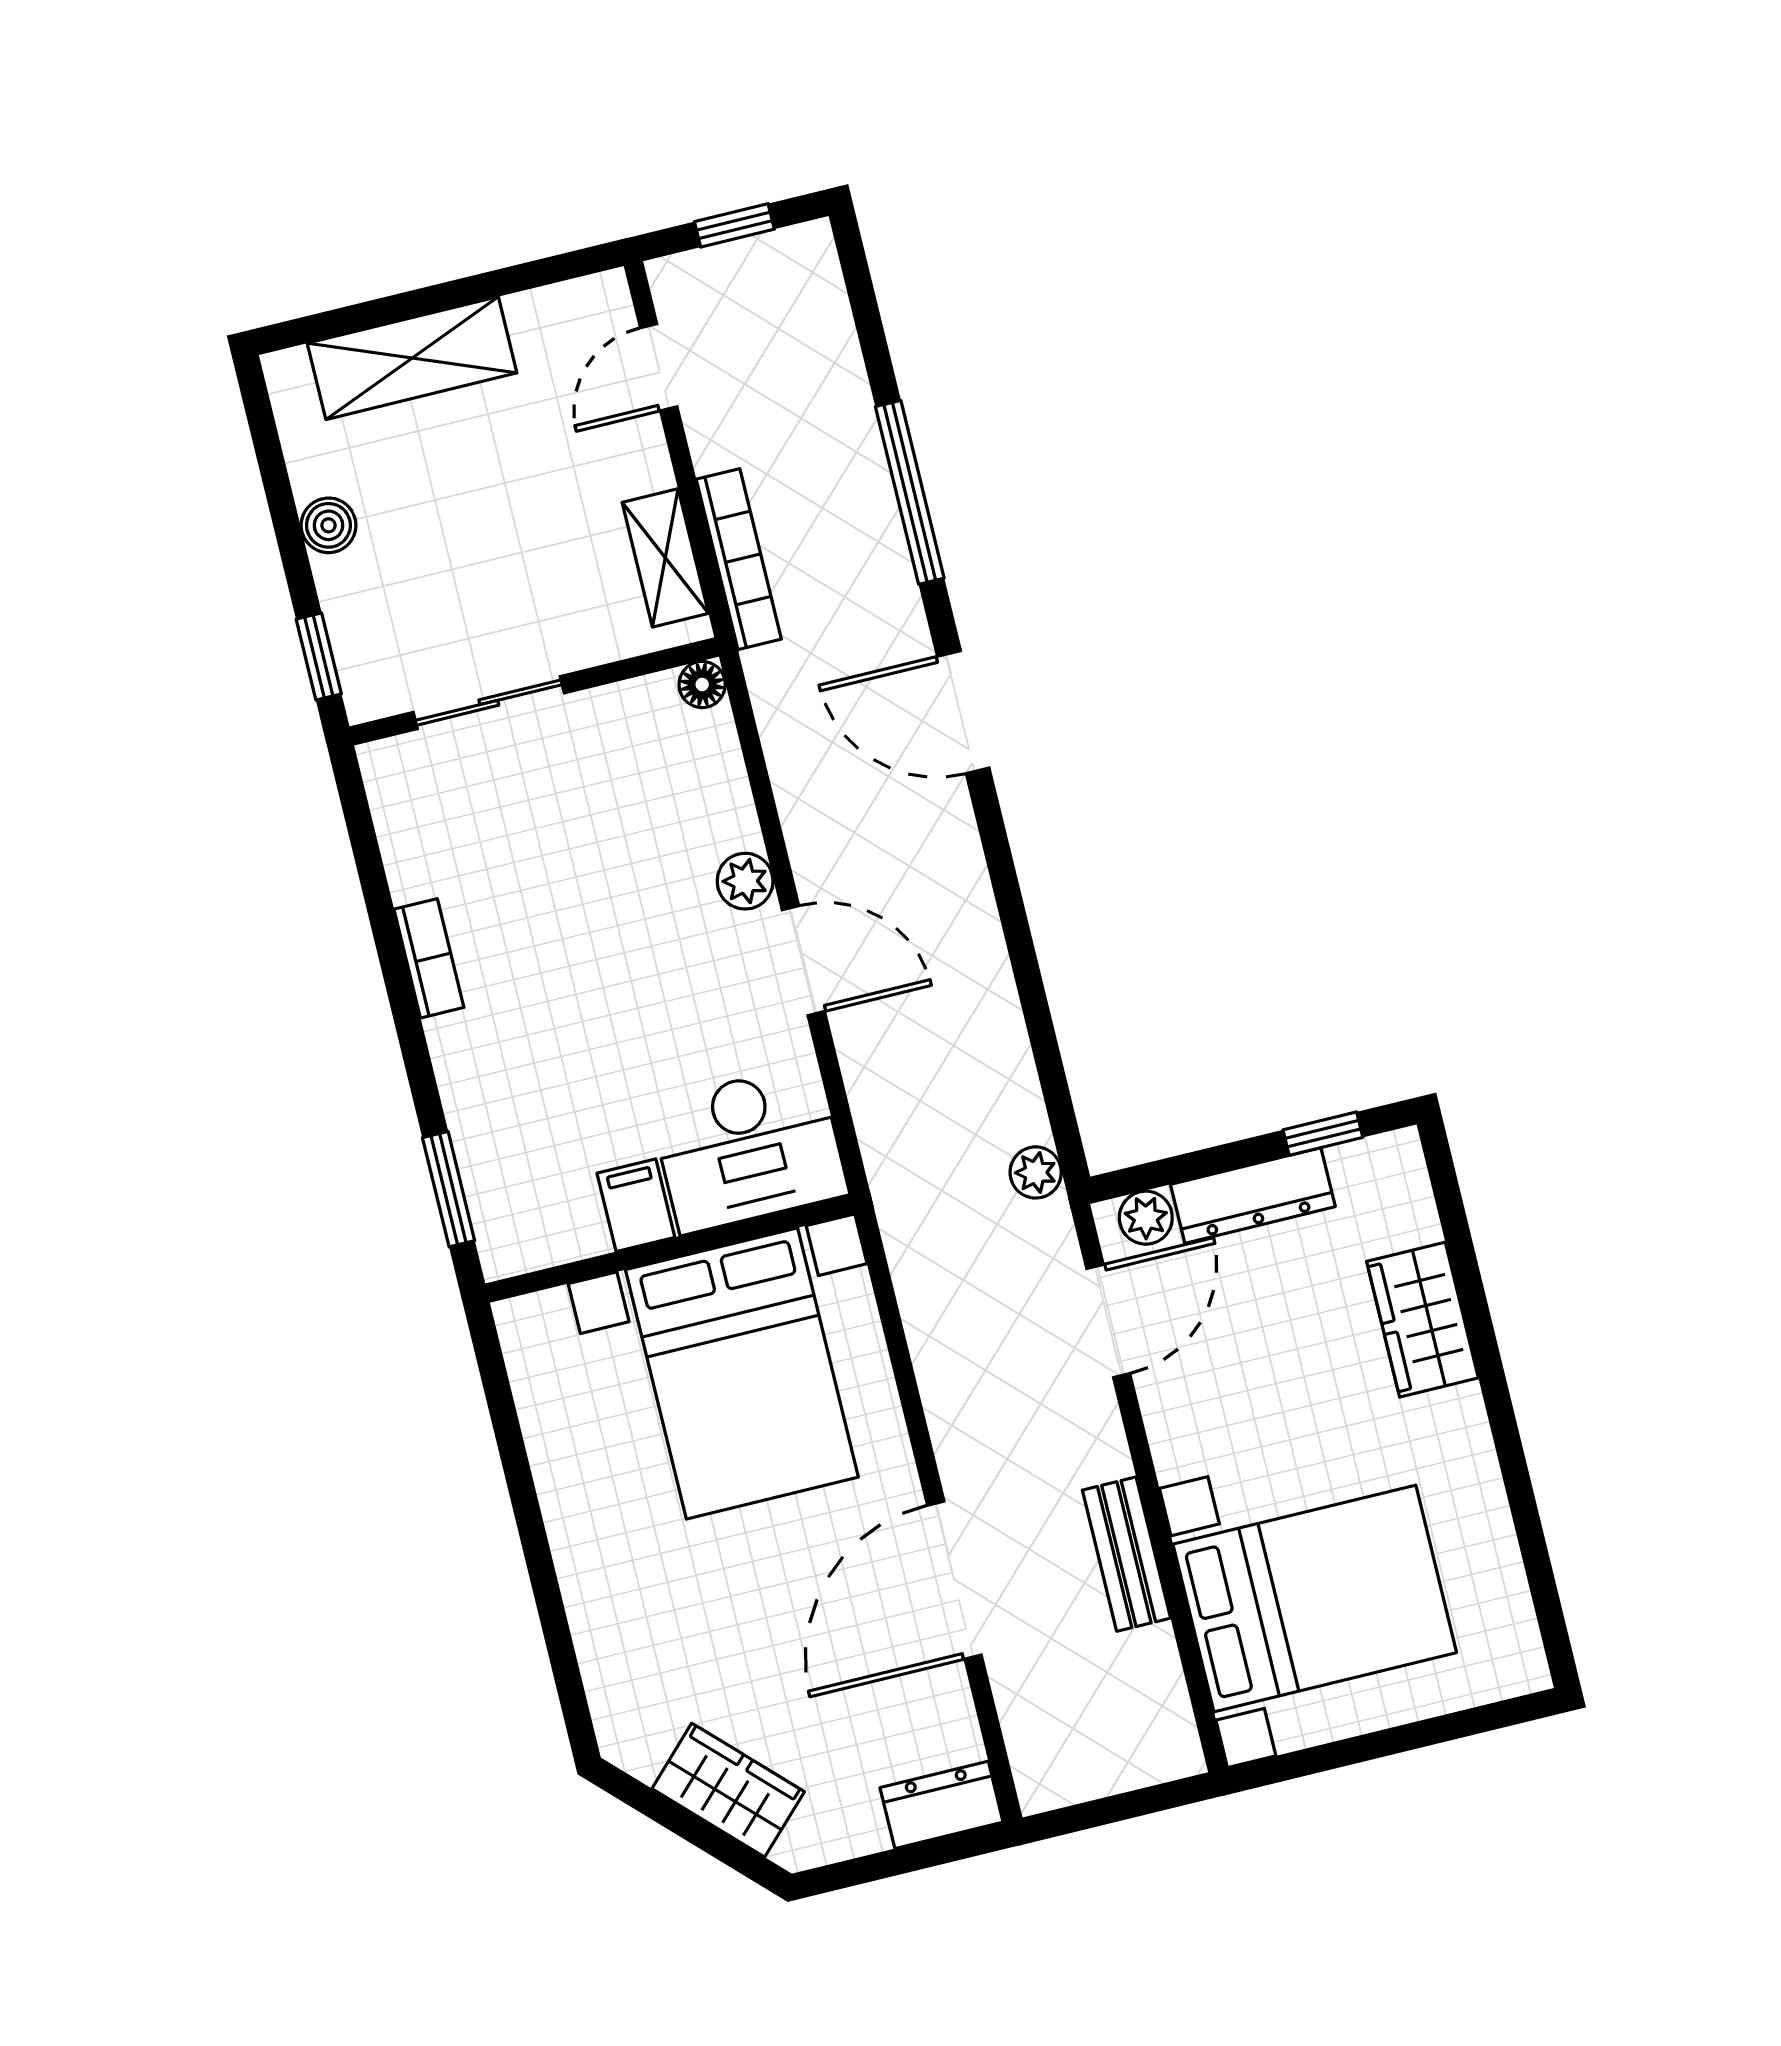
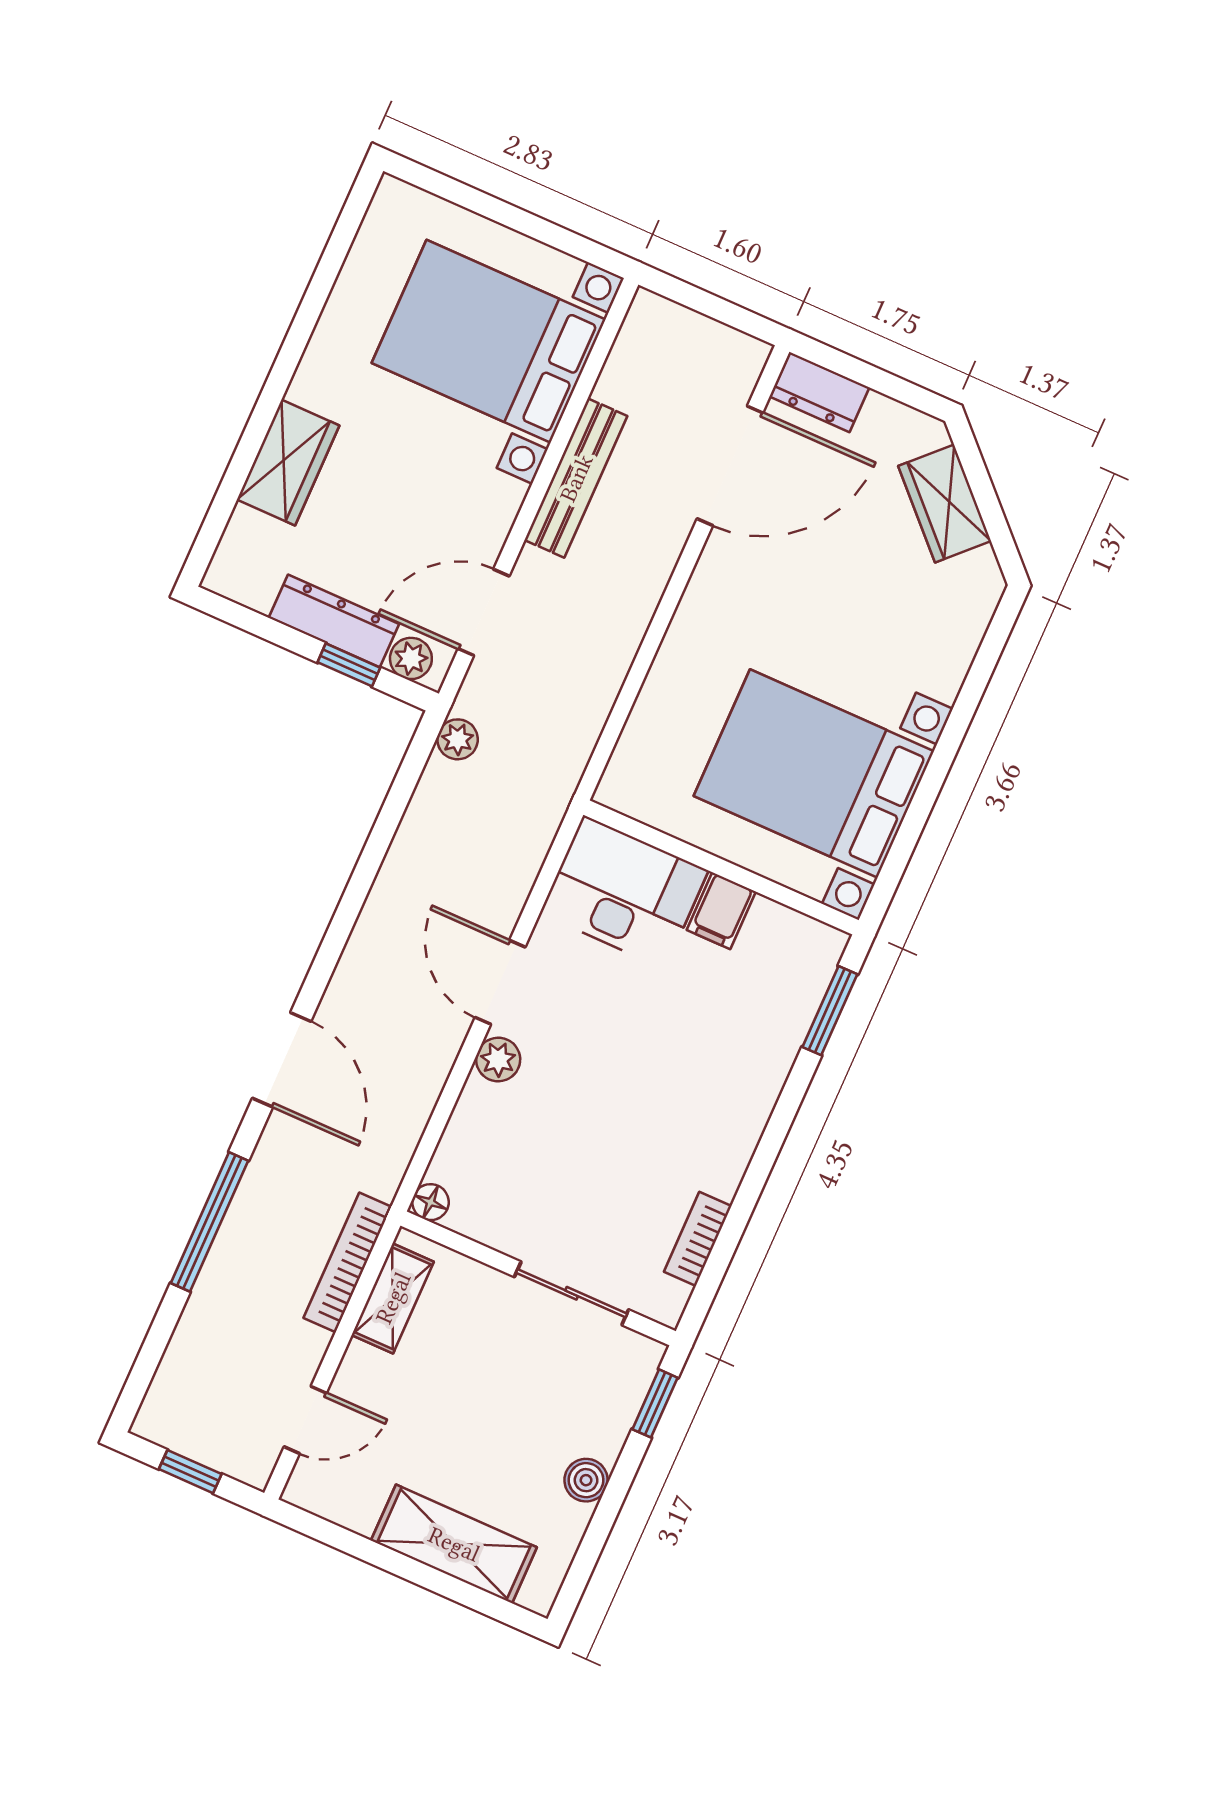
bookcase: (429, 958) -> (698, 1239), moved
window: (1323, 1134) -> (349, 665), moved
bed with nightstands: (742, 1373) -> (814, 774), moved, turned -90
bench: (1126, 1554) -> (576, 478), width x1.36
door: (954, 1580) -> (730, 466), moved

